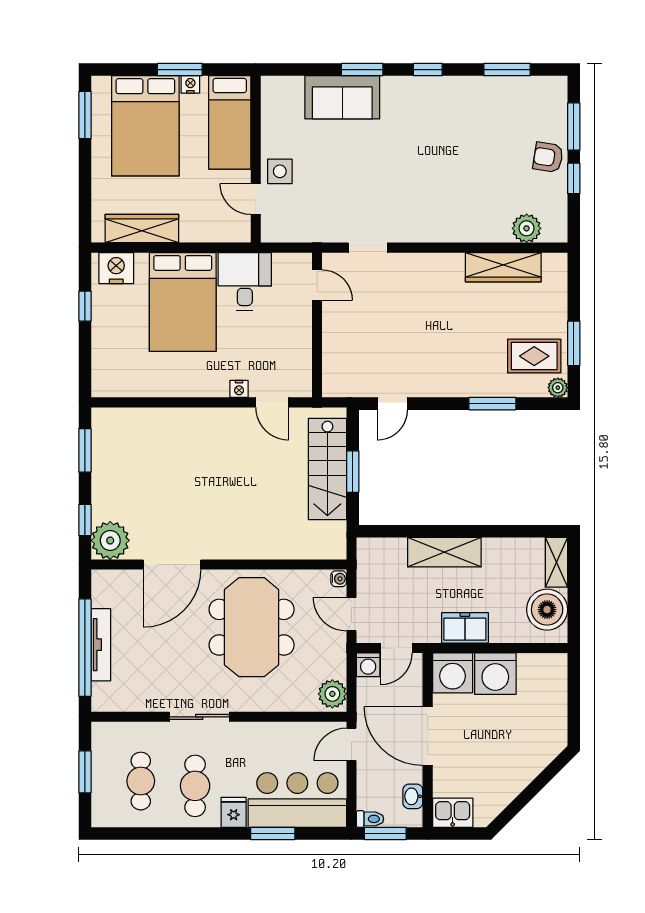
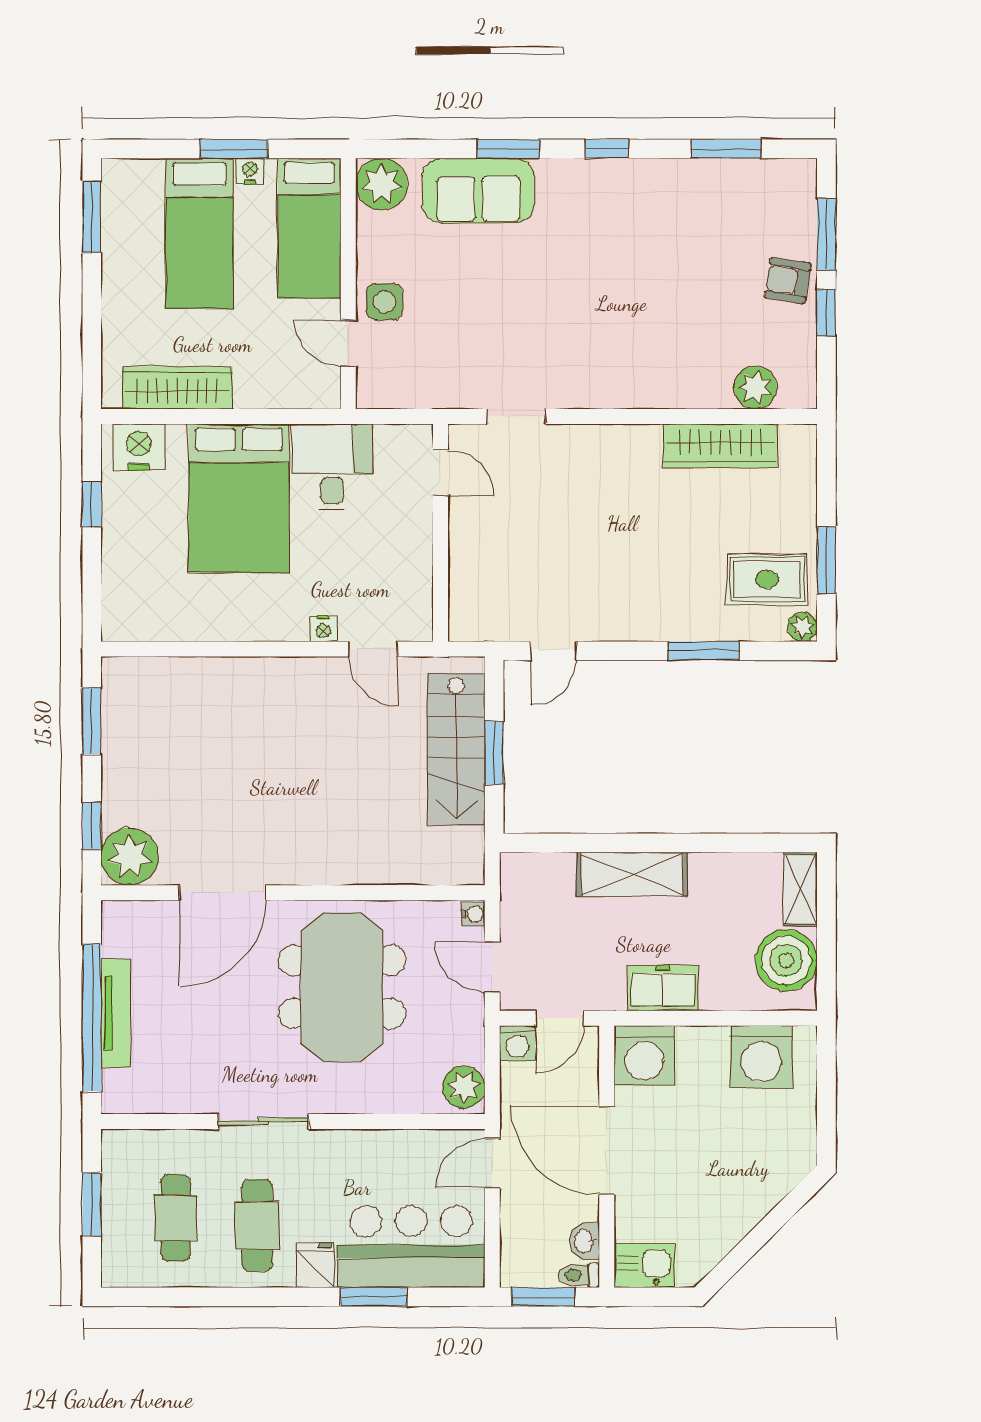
plant: (278, 93) -> (382, 184), added
bed: (145, 126) -> (199, 233), width x0.67
washing machine: (495, 674) -> (761, 1057), moved
toilet: (370, 819) -> (579, 1275), moved, turned 180

